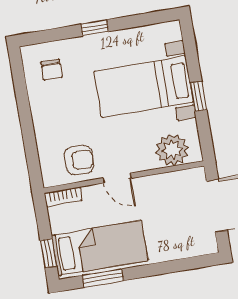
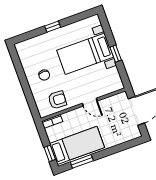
chair: (51, 70) -> (44, 75), moved
plant: (172, 150) -> (107, 85), removed
door: (117, 178) -> (90, 102), moved

